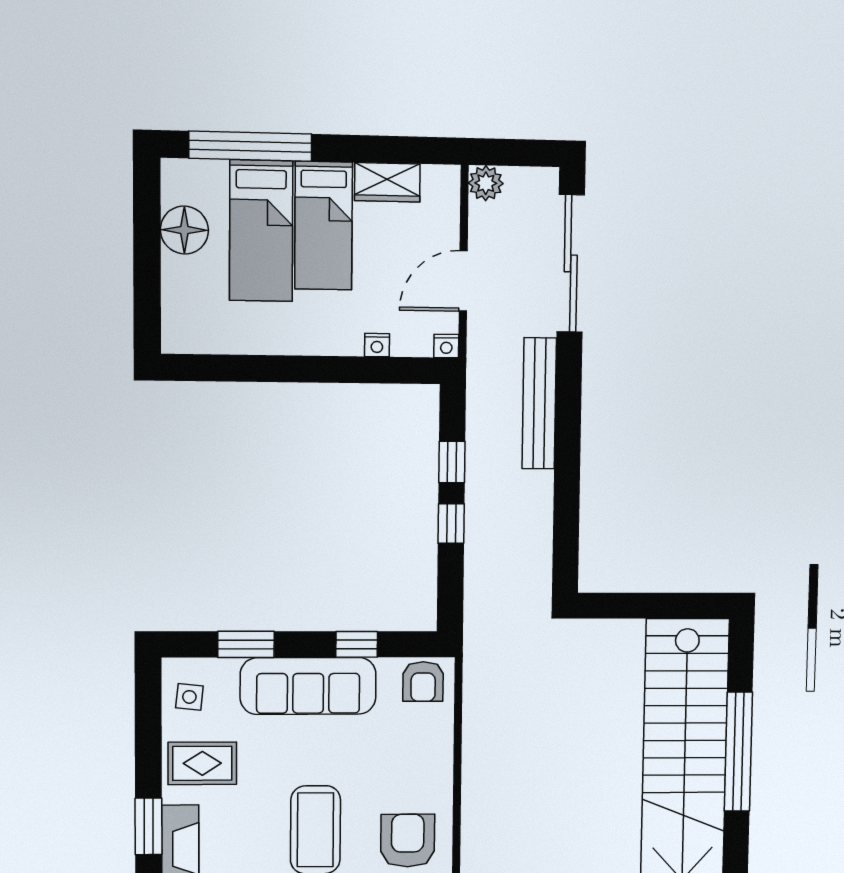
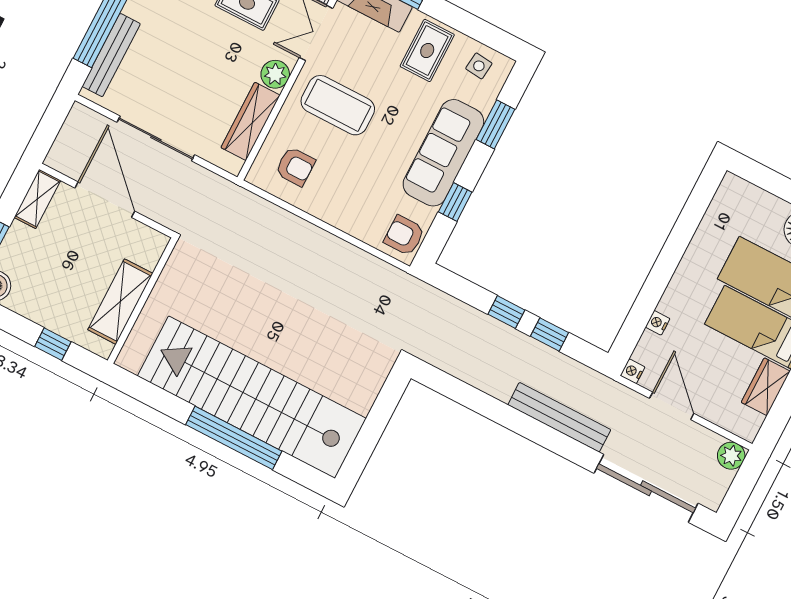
armchair: (408, 841) -> (295, 166), width x0.72, depth x0.72

